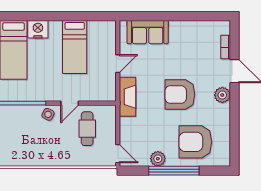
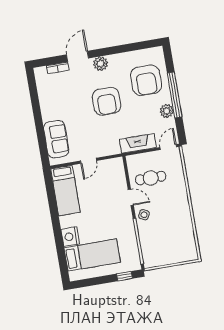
bed: (75, 47) -> (65, 191), moved, turned 90
door: (118, 64) -> (89, 161), swing flipped
fireplace: (128, 97) -> (138, 143), moved

